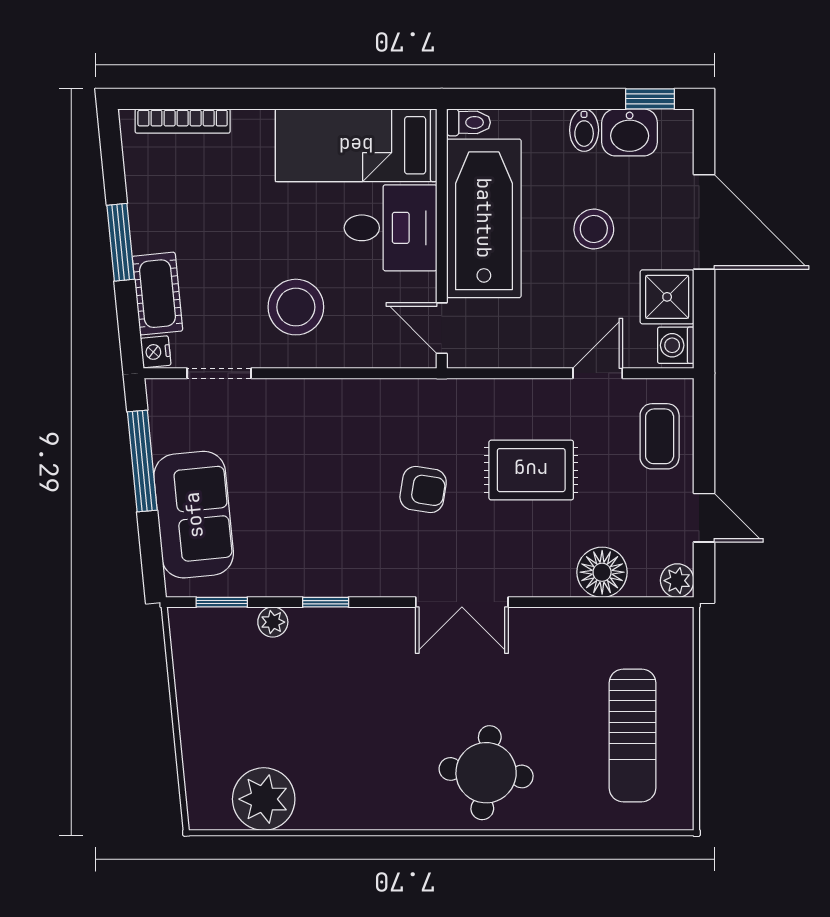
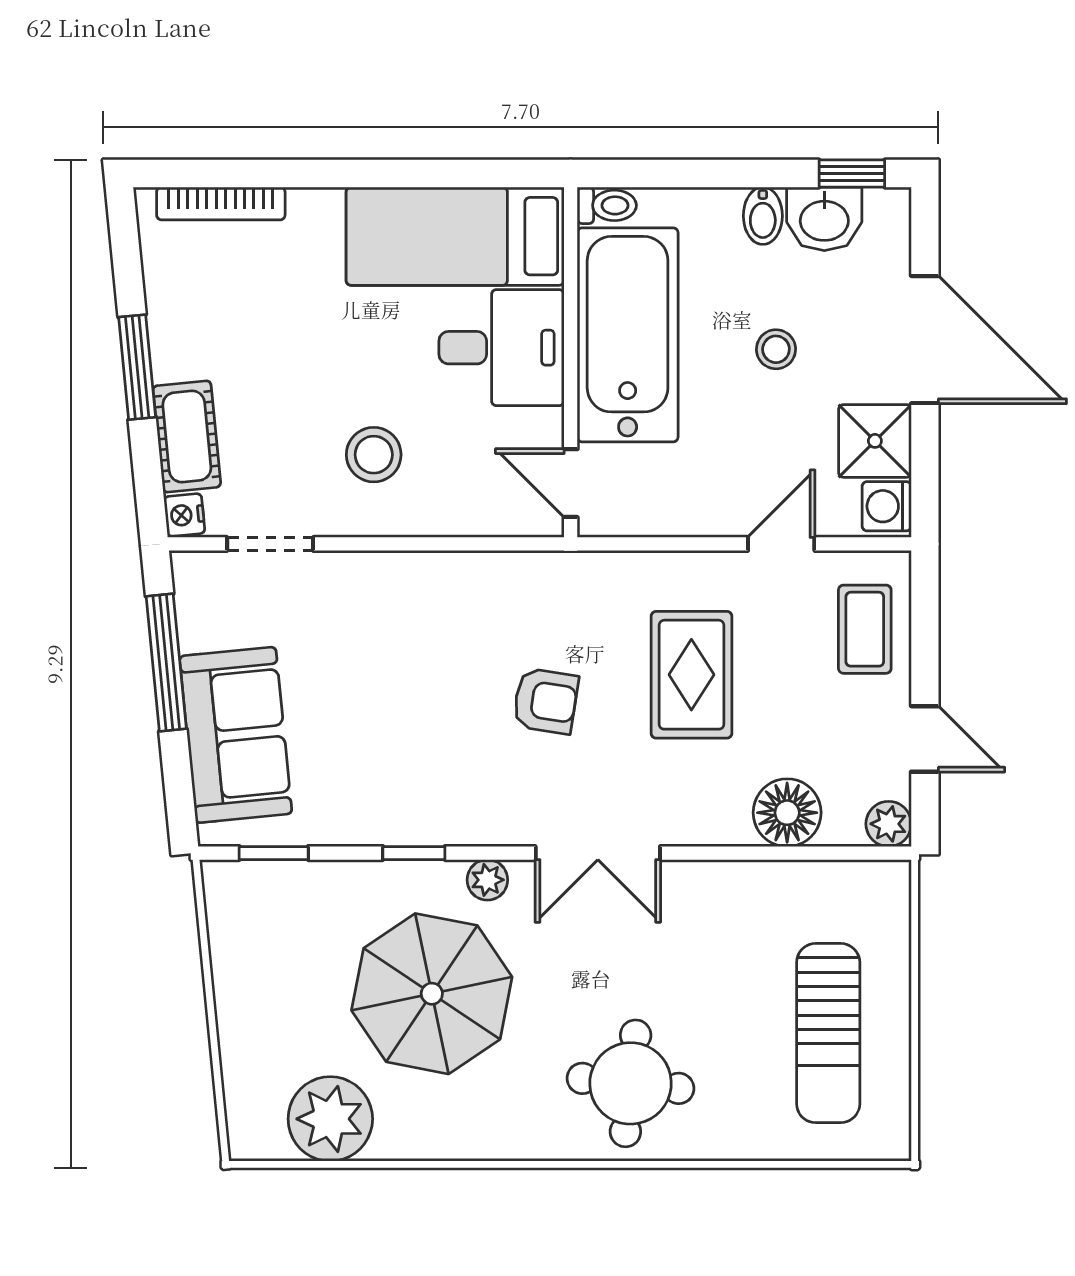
stool: (594, 229) -> (776, 349), width x0.73, depth x0.73
stool: (296, 307) -> (374, 455), width x0.73, depth x0.73
rug: (531, 470) -> (691, 675), turned 90
plant: (273, 622) -> (487, 880), moved
parasol: (339, 706) -> (432, 994), added

